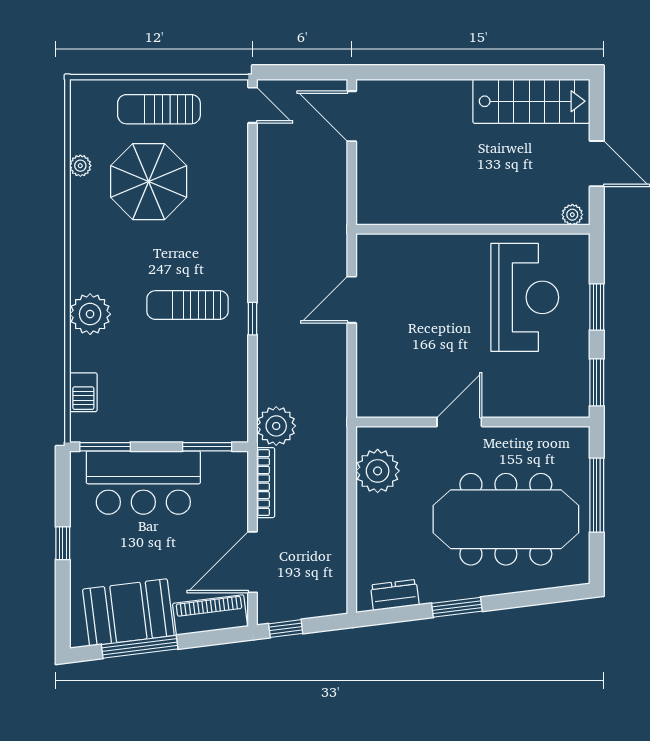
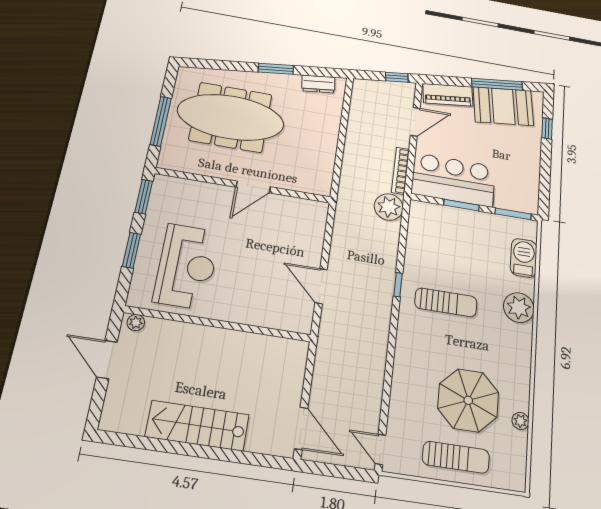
stairs: (531, 101) -> (197, 426), moved
reception desk: (525, 297) -> (187, 266), turned 180
door: (352, 300) -> (321, 286), swing flipped
barbecue: (83, 392) -> (524, 258), width x1.38, depth x1.27
window: (207, 447) -> (461, 205), moved
plant: (378, 471) -> (319, 165), removed
bar counter: (143, 483) -> (453, 180), moved
window: (63, 543) -> (547, 129), moved
door: (253, 562) -> (415, 122), width x0.73

